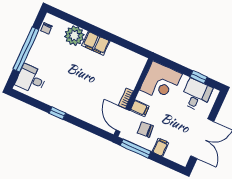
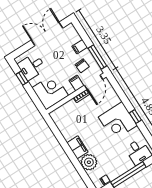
corner desk: (72, 97) -> (118, 121), added

